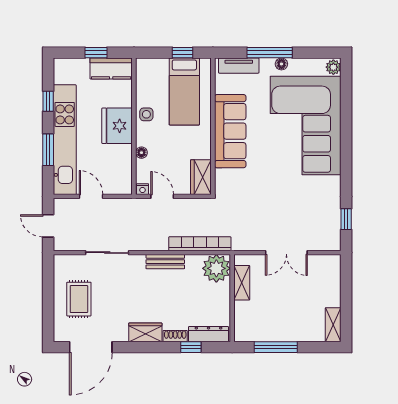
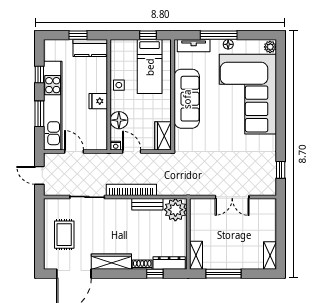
fridge: (117, 126) -> (98, 101), width x0.53, depth x0.75
floor lamp: (141, 153) -> (119, 120), width x1.89, depth x1.89
bookcase: (200, 244) -> (131, 190), moved
bench: (165, 262) -> (147, 204), moved
shelving: (242, 283) -> (196, 255), moved
wardrobe: (145, 332) -> (111, 262), width x1.50

